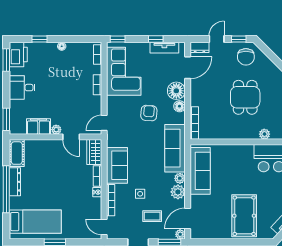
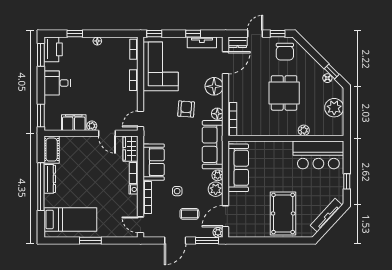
floor lamp: (179, 106) -> (217, 114), moved

